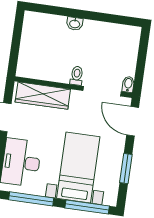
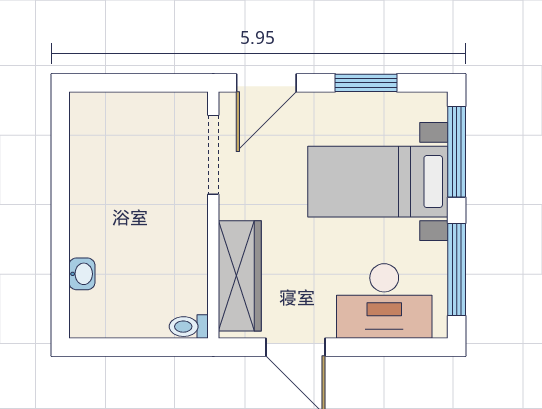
washbasin: (75, 24) -> (82, 274), moved
toilet: (77, 76) -> (189, 327), moved
bidet: (128, 84) -> (191, 103), removed

